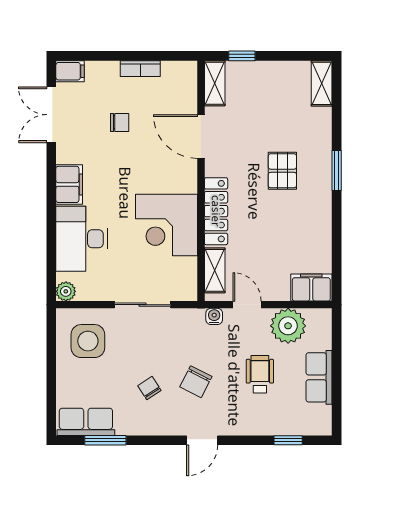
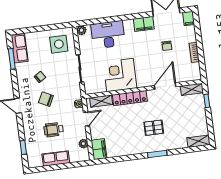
filing cabinet: (69, 184) -> (144, 24), moved
plant: (288, 326) -> (83, 144), width x0.53, depth x0.53
wheelchair: (260, 374) -> (54, 130), turned 180

